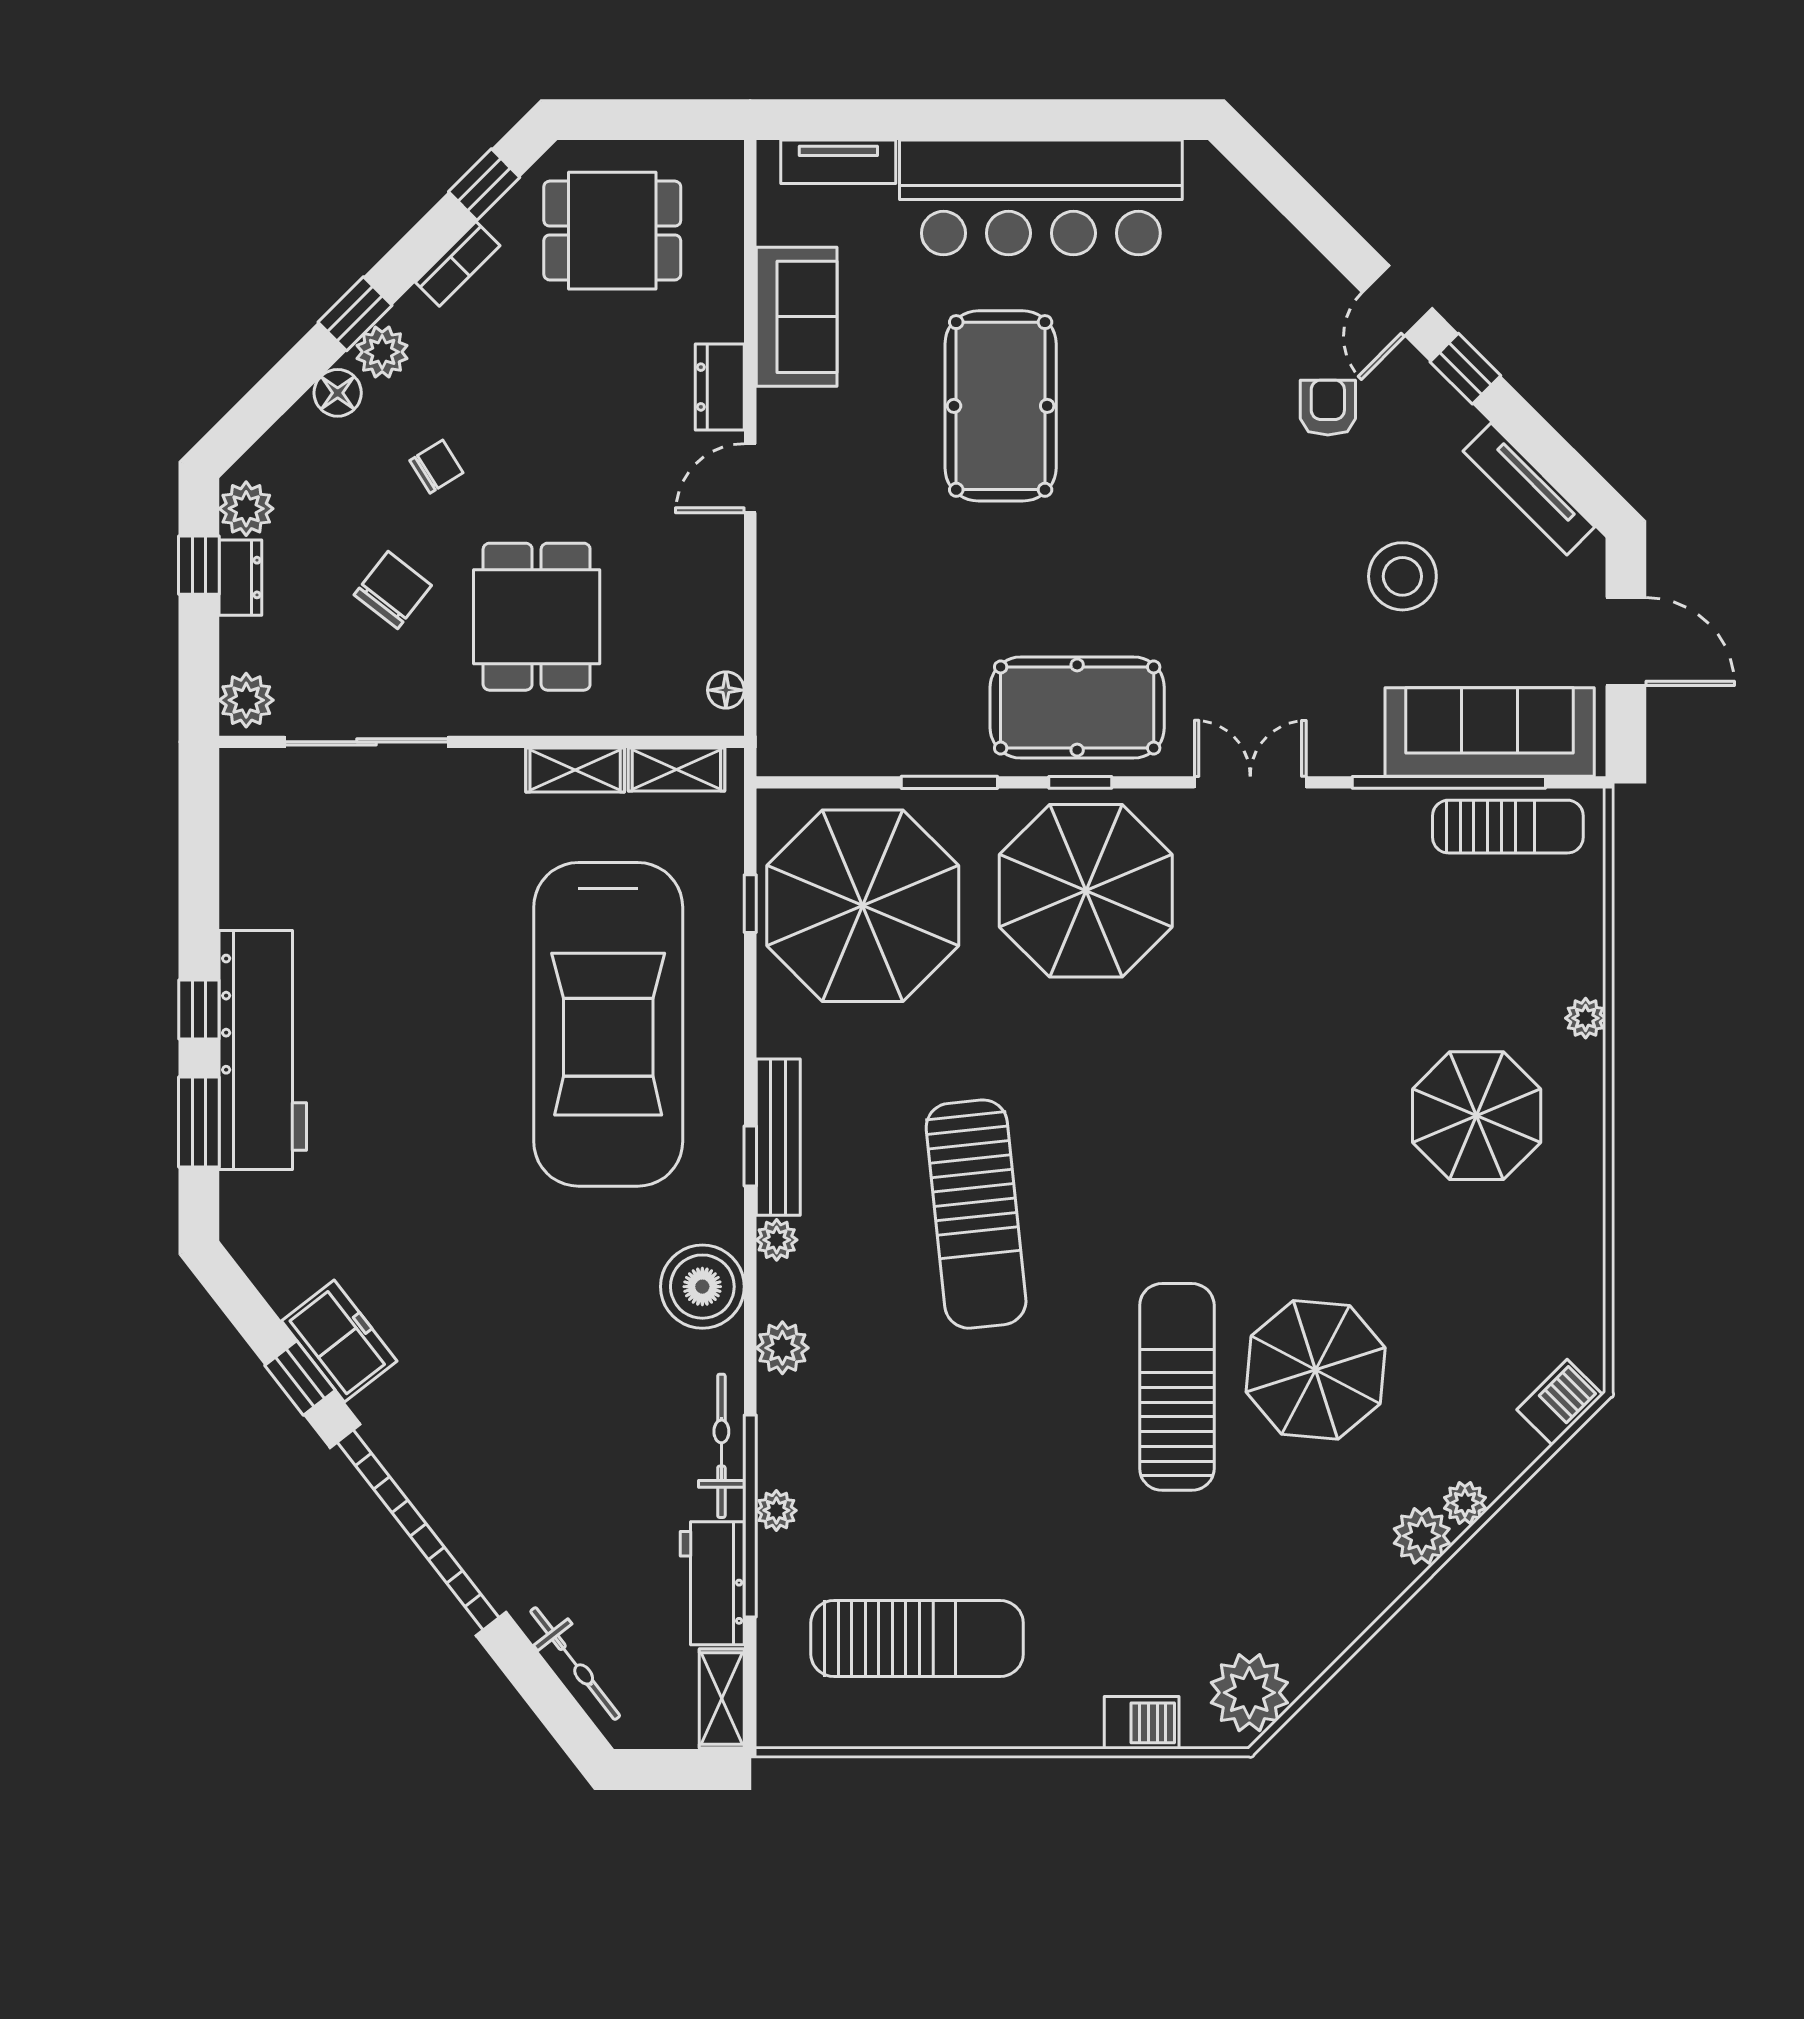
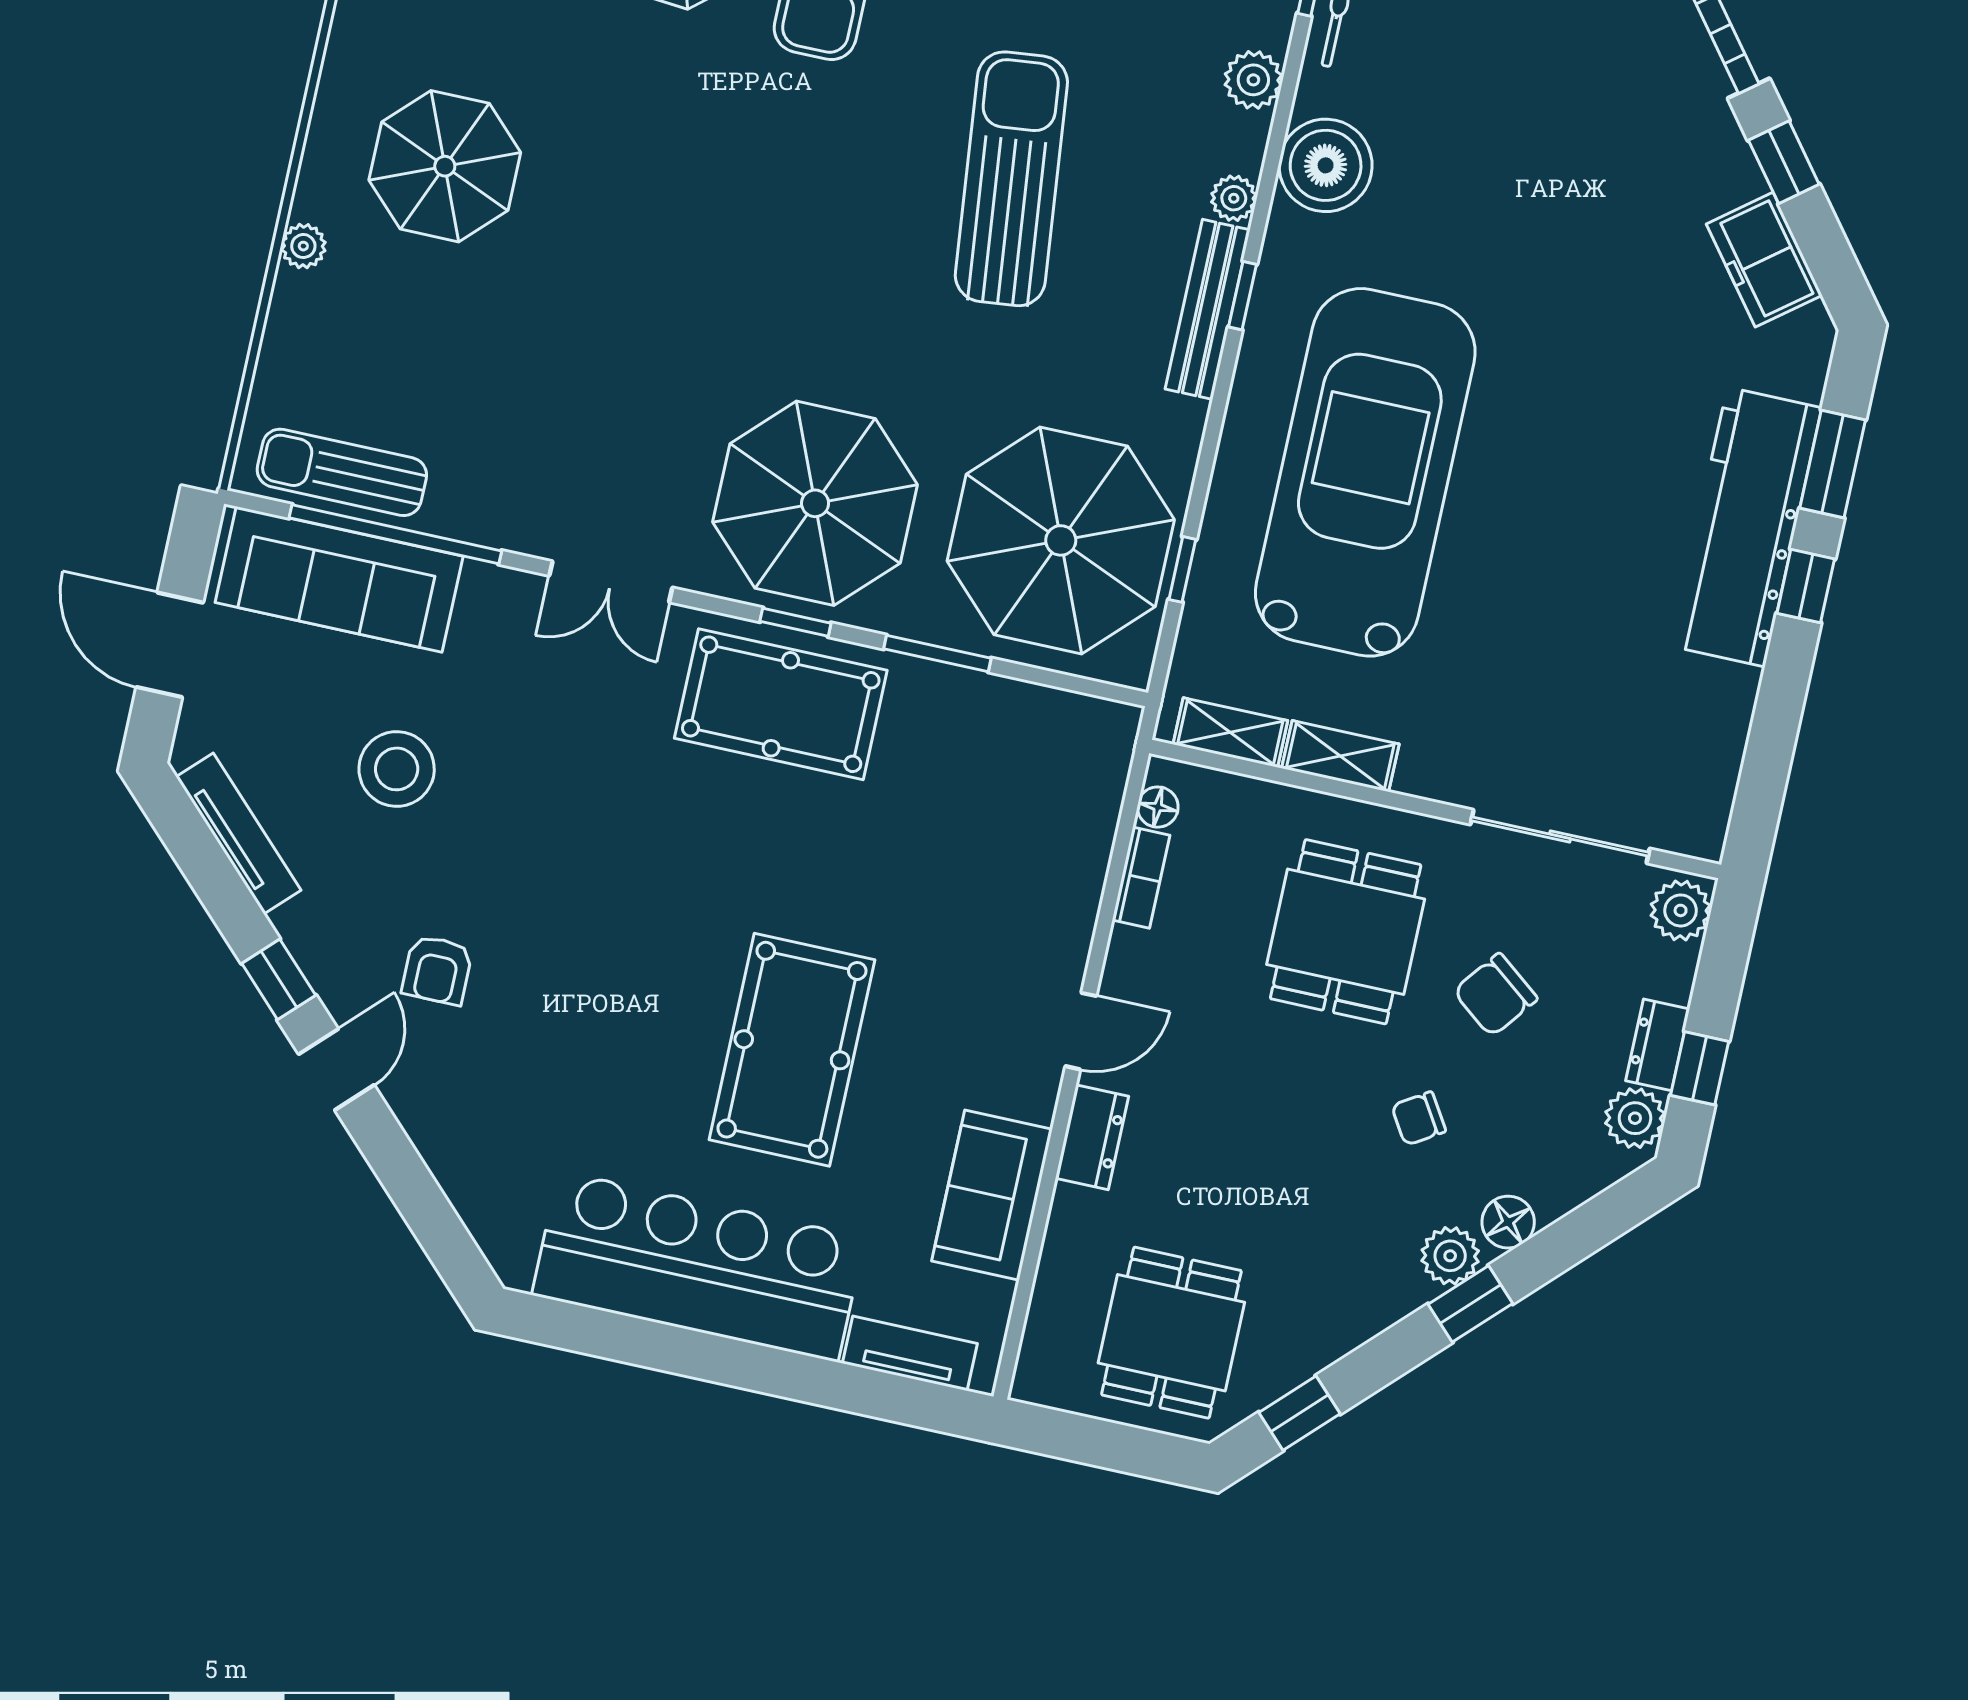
dining table: (612, 231) -> (1171, 1333), turned 90
bookcase: (458, 264) -> (1141, 878), moved, turned 135
freezer: (339, 1341) -> (1764, 260), moved

